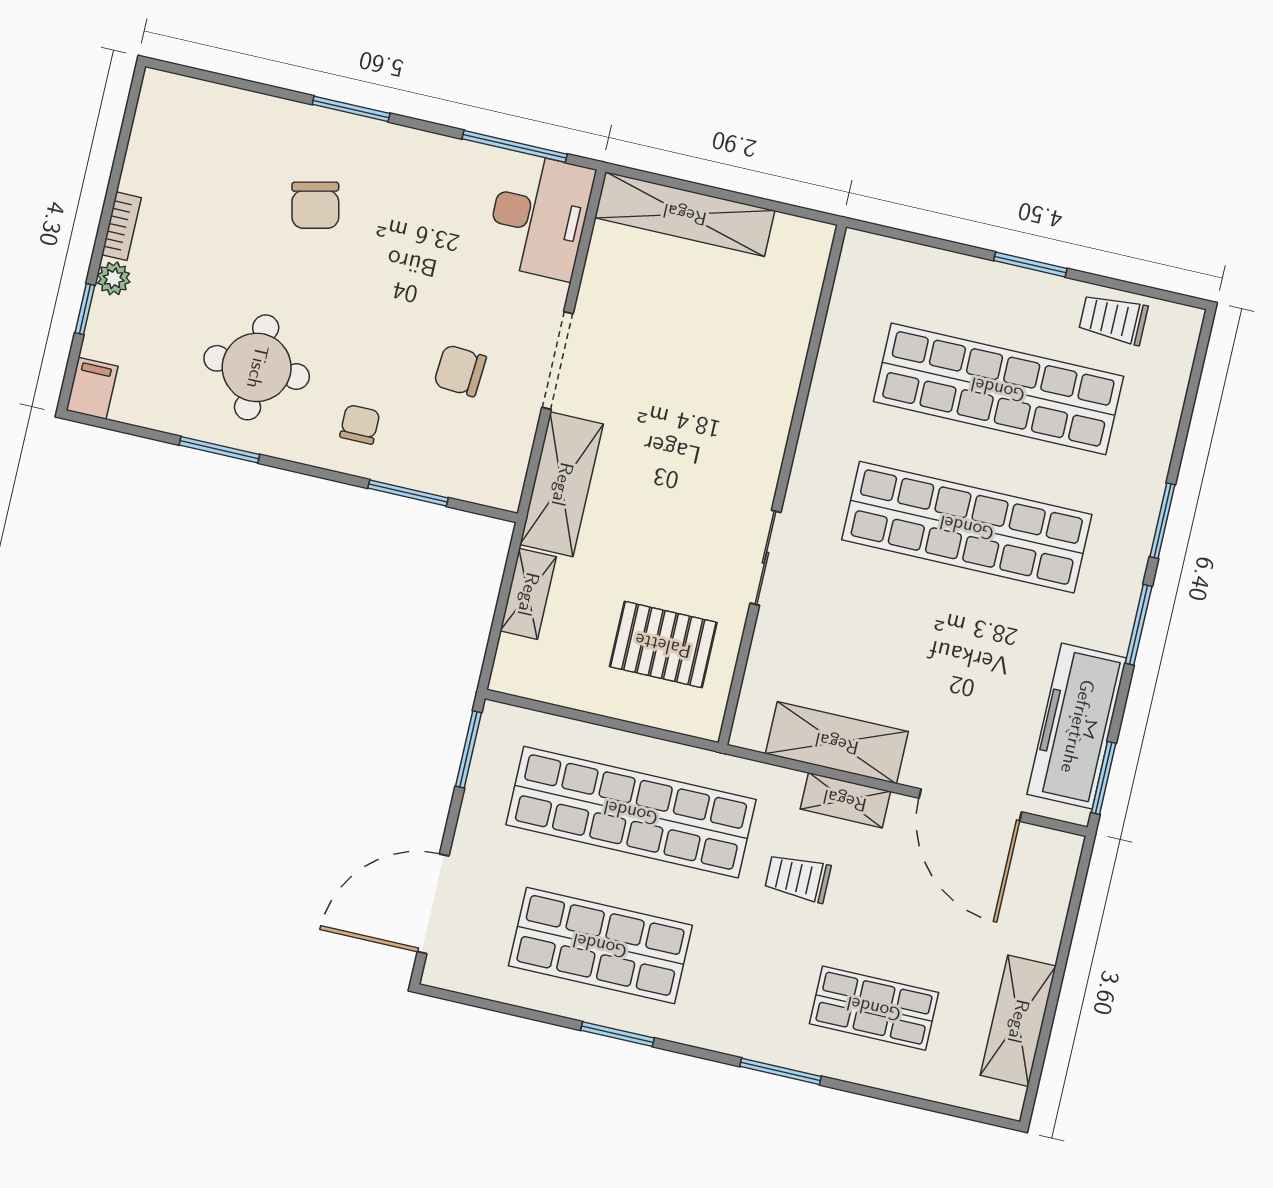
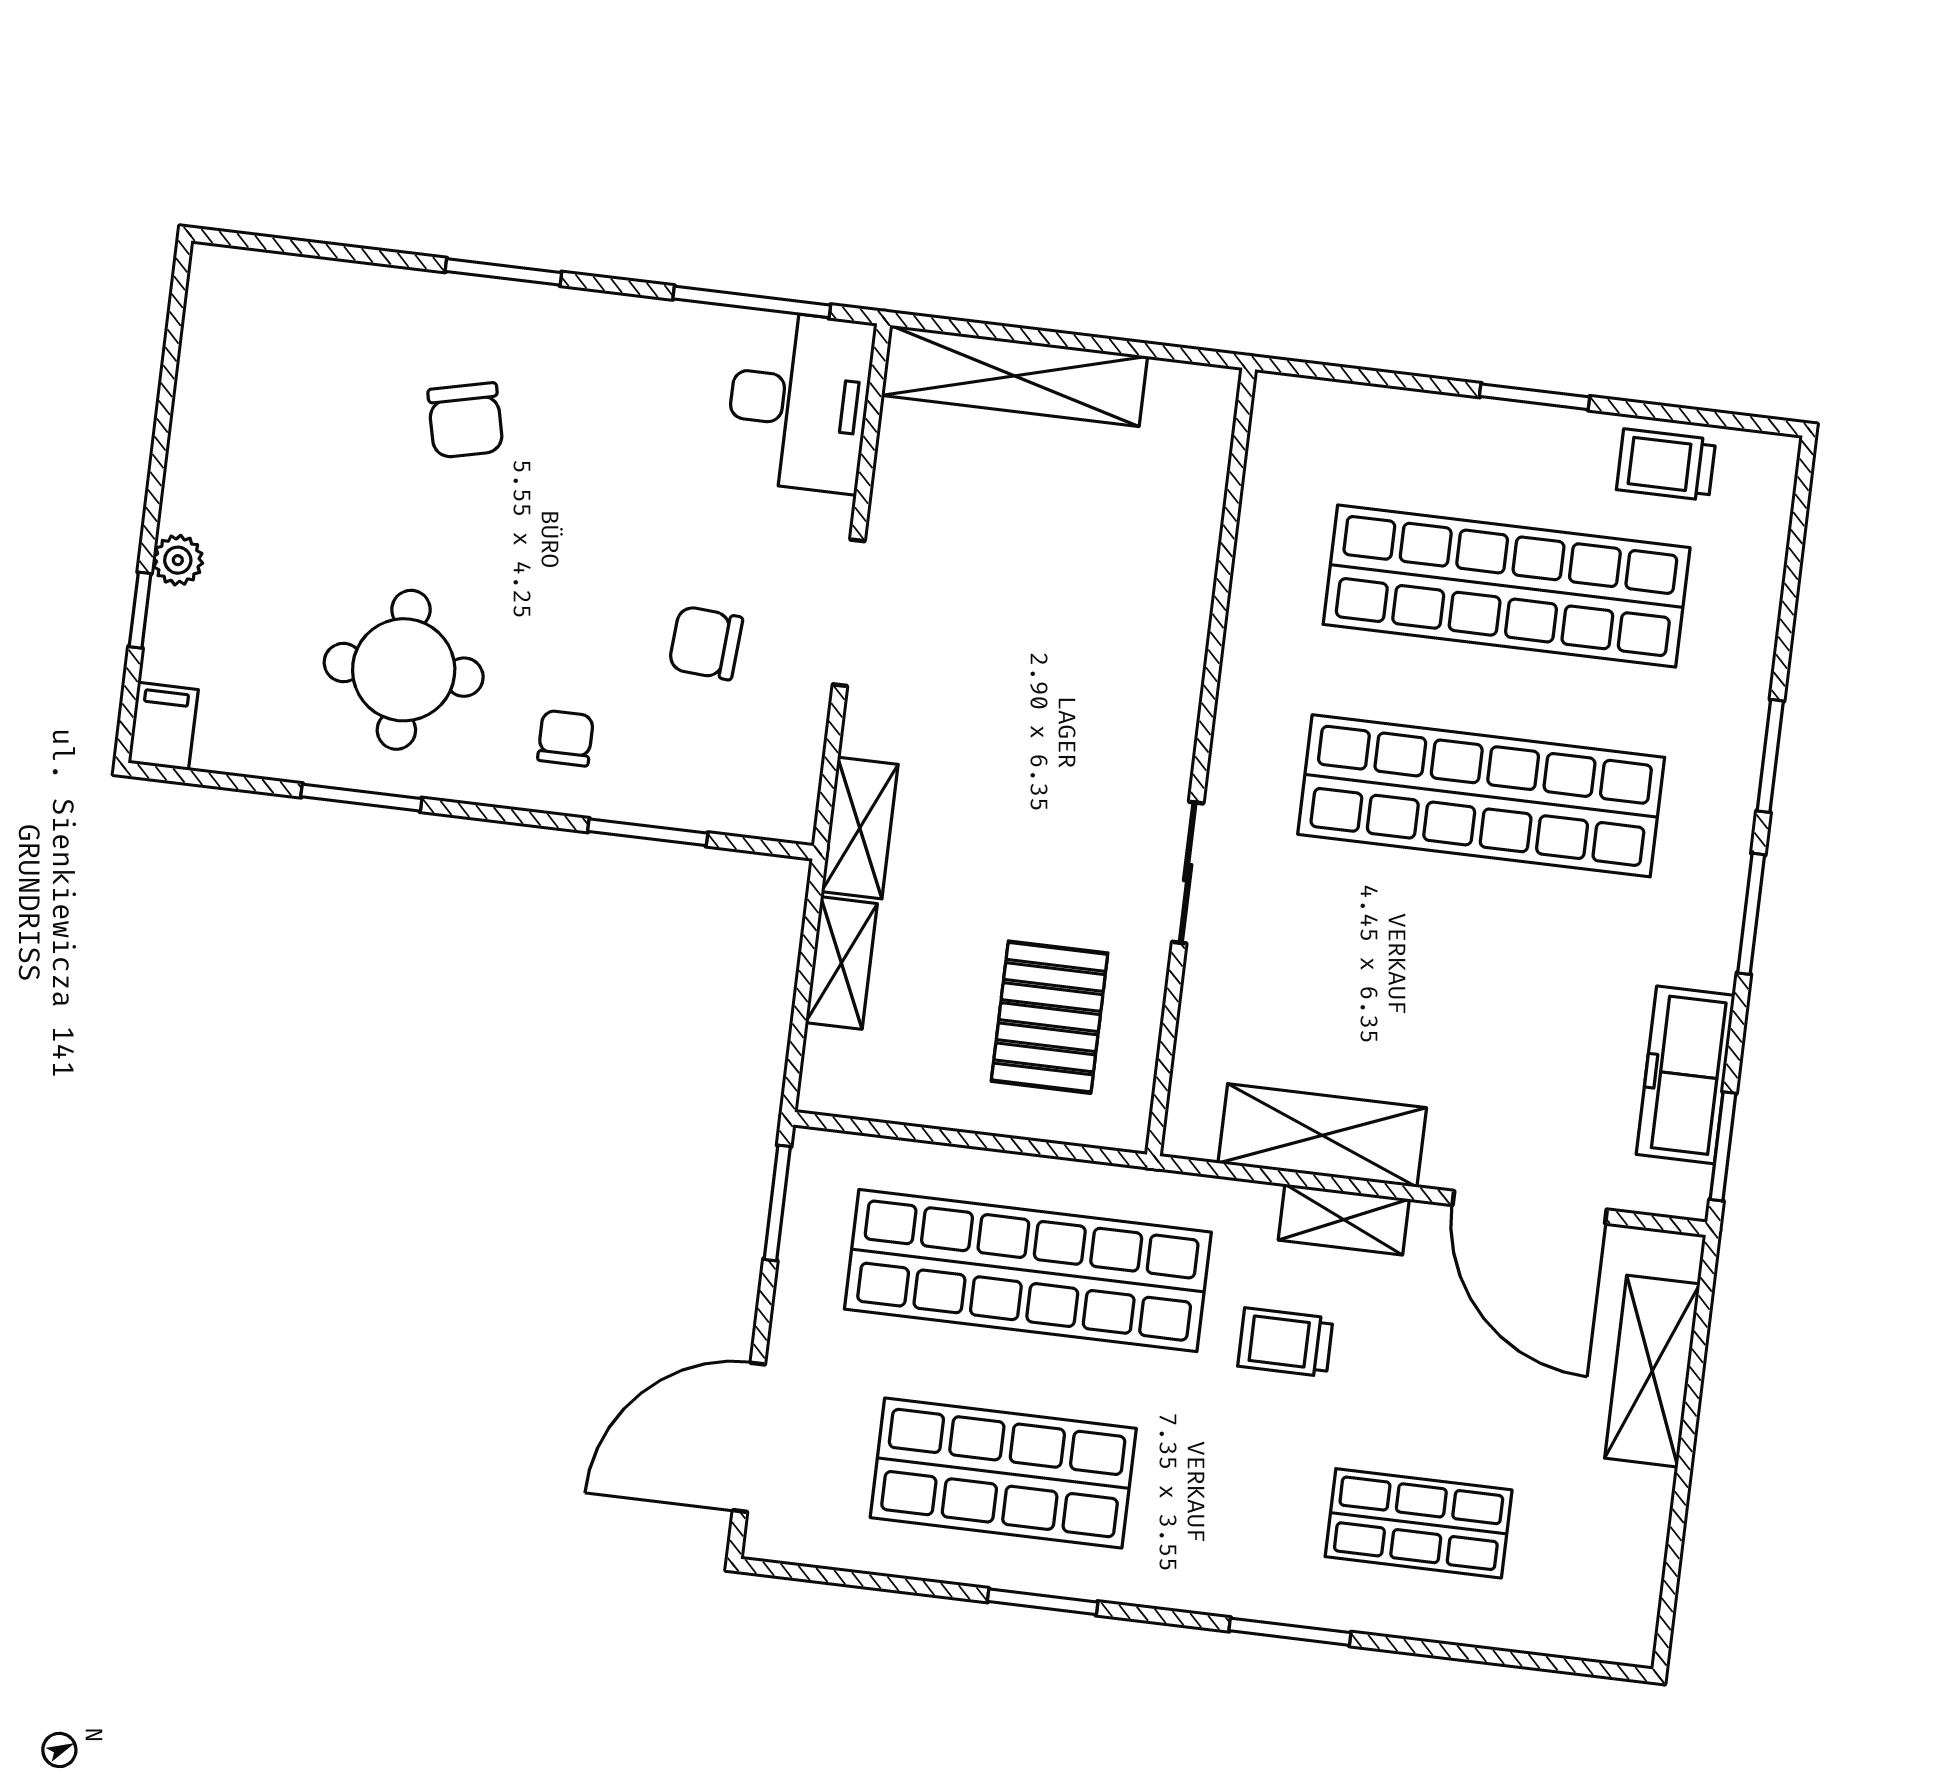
bookcase: (122, 226) -> (181, 482), removed
shelving: (562, 484) -> (860, 828), width x0.67, depth x0.75
pallet: (663, 645) -> (1050, 1017), turned 90
freezer: (1077, 726) -> (1686, 1075), width x0.73, depth x0.79
shelving: (1018, 1021) -> (1652, 1371), moved

